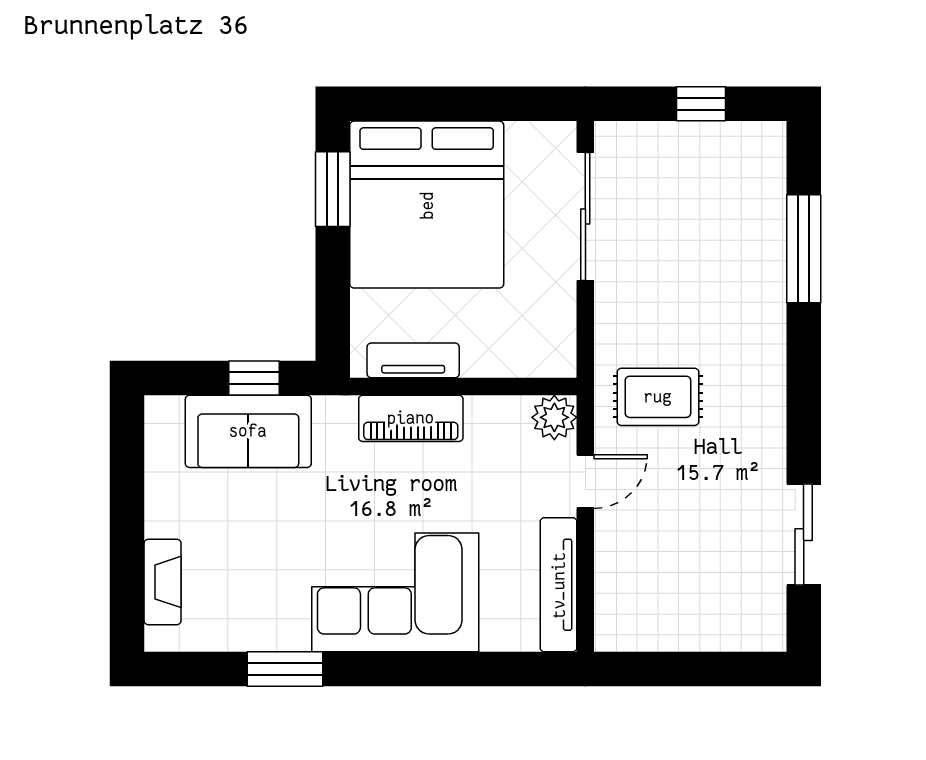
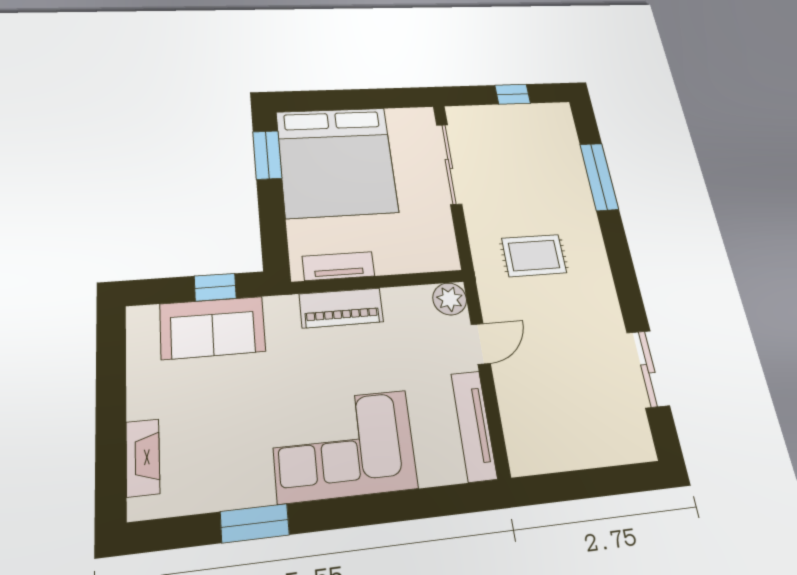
rug: (658, 397) -> (534, 256), moved

